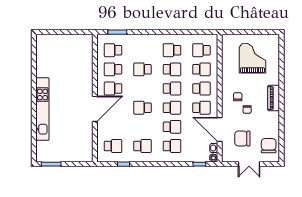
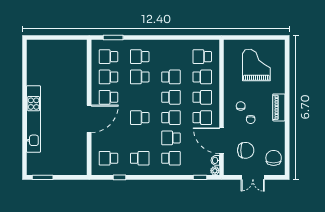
school desk: (172, 50) -> (140, 57), moved
school desk: (172, 127) -> (171, 138), turned 180
chair: (242, 139) -> (246, 150), turned 180
school desk: (113, 146) -> (108, 158), turned 180

